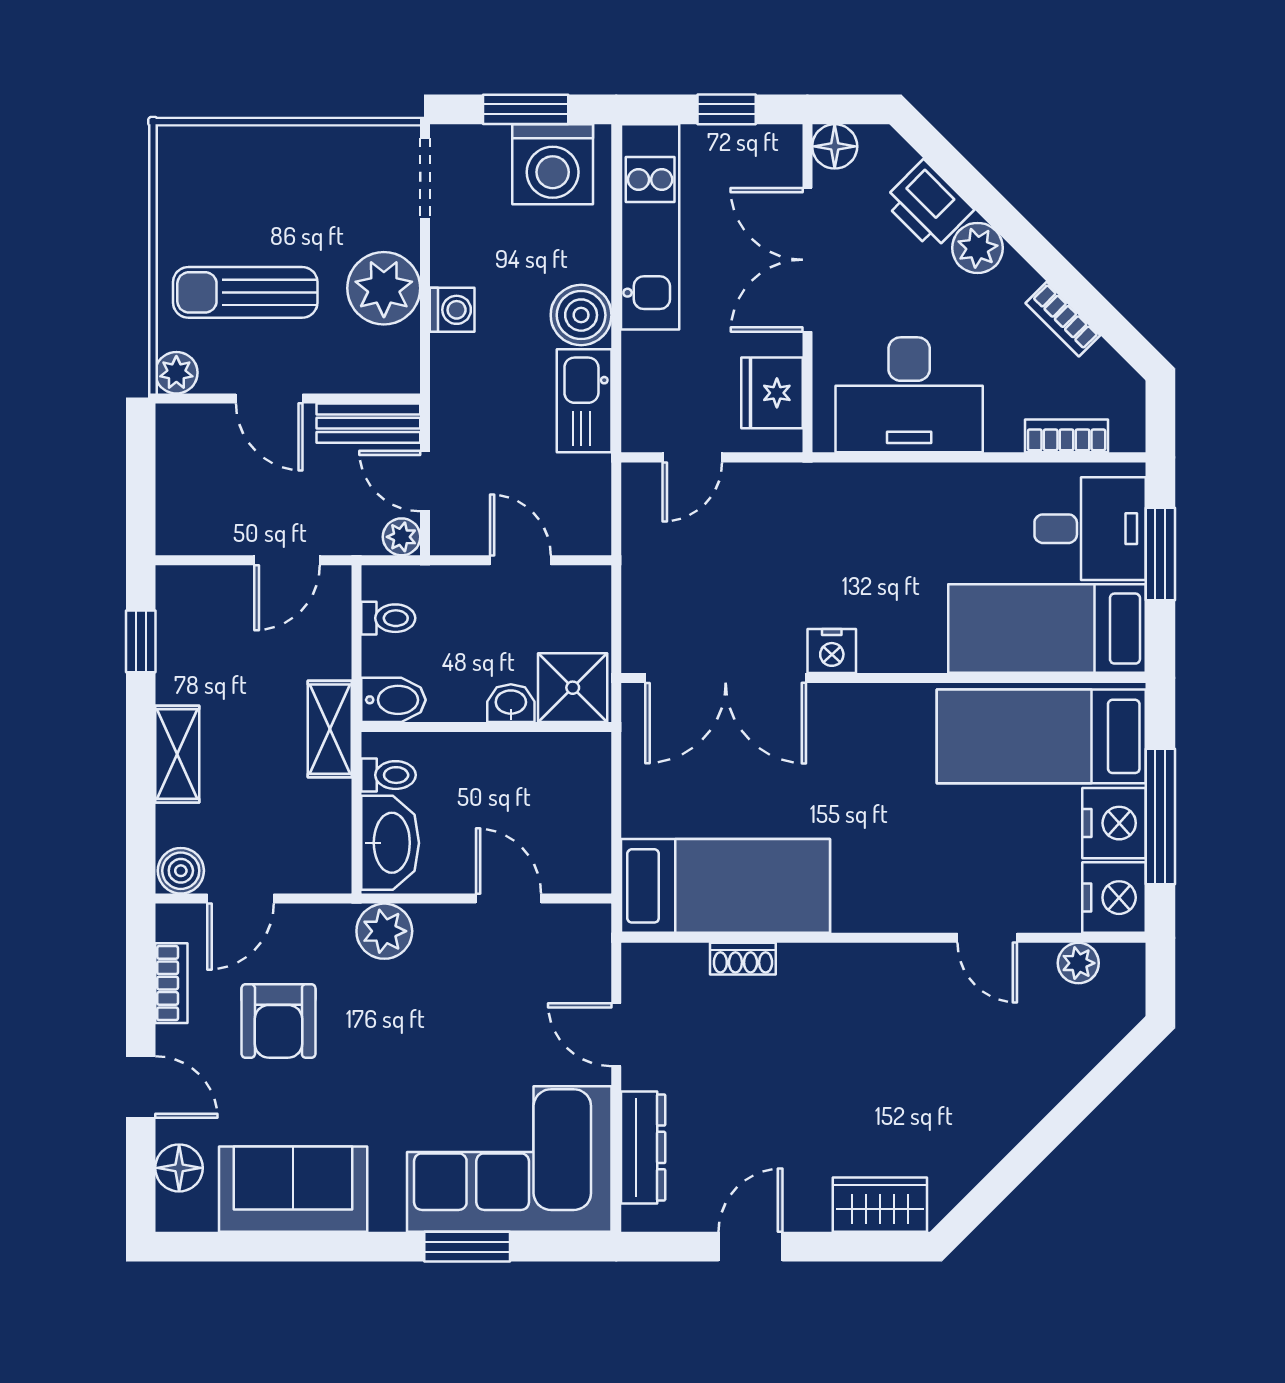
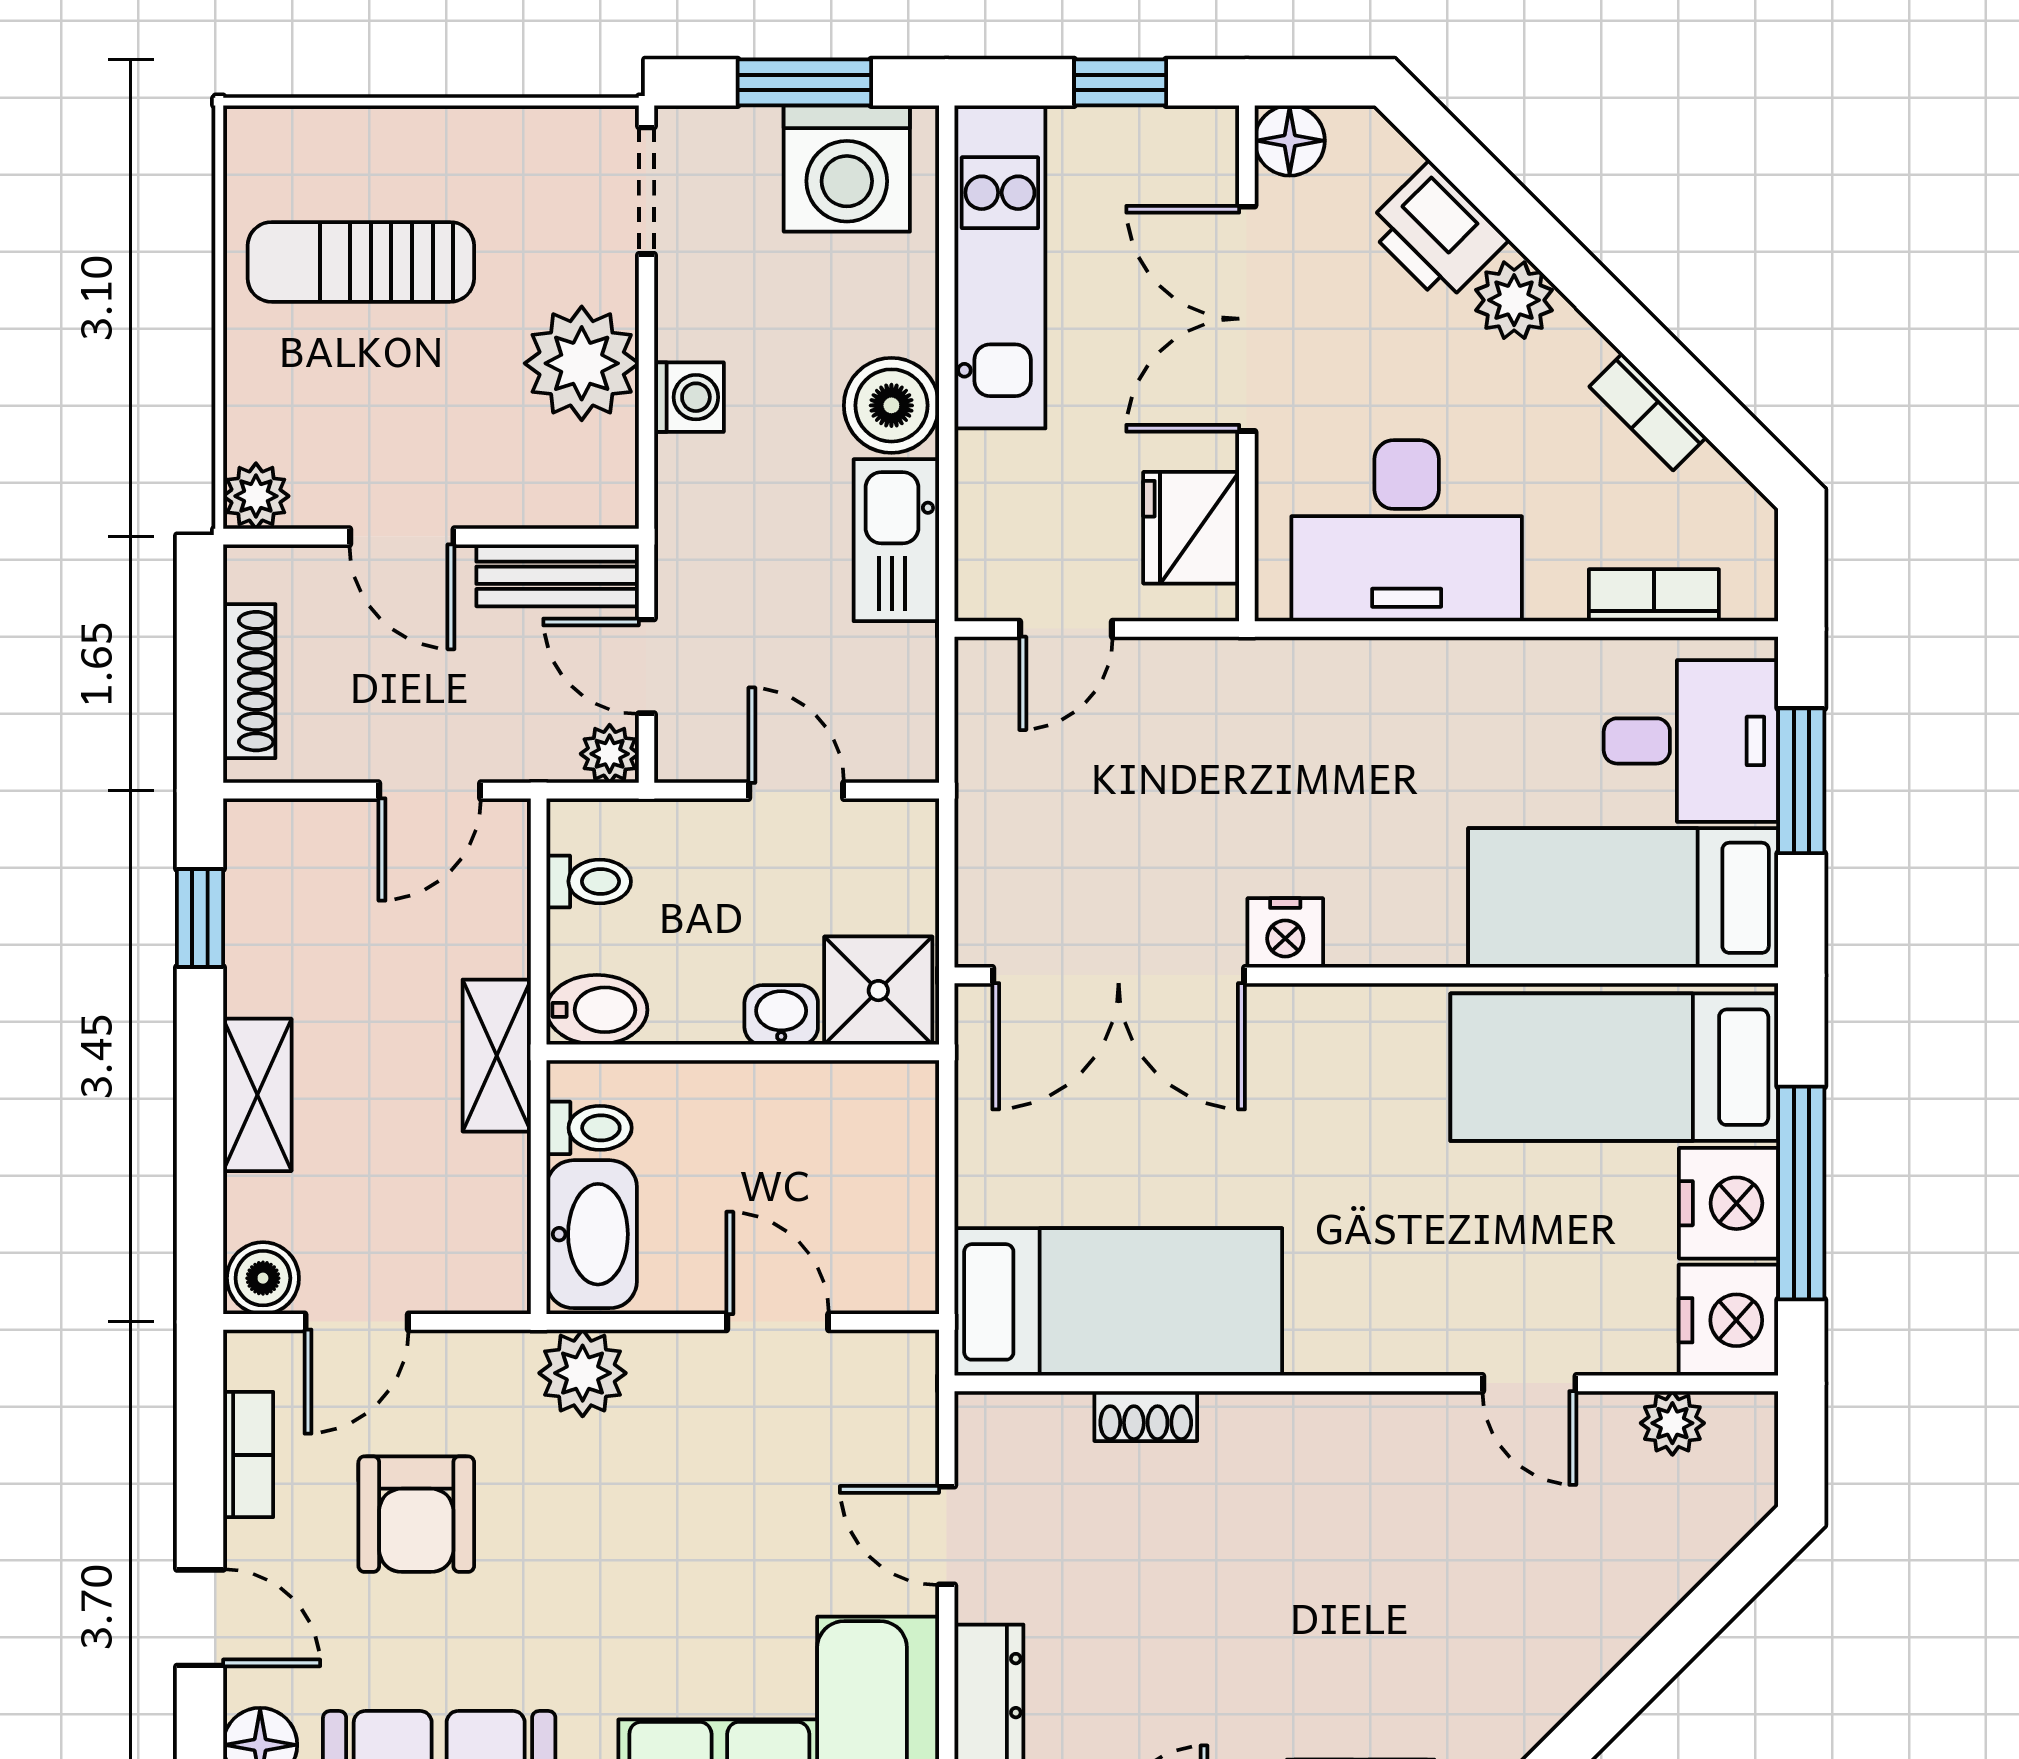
sun lounger: (245, 292) -> (361, 262), moved
shoe rack: (172, 491) -> (249, 681), added

